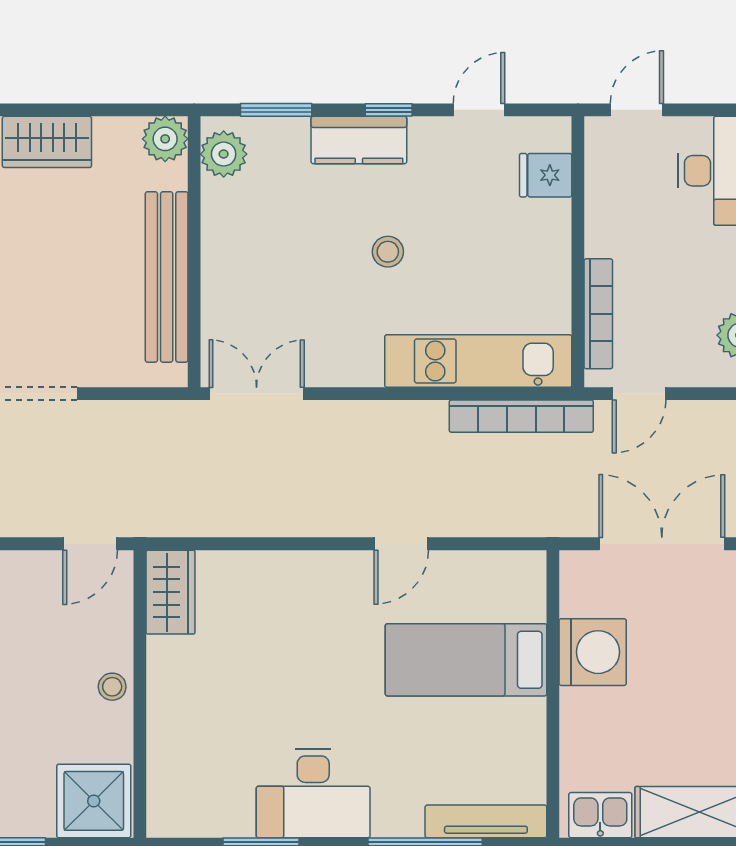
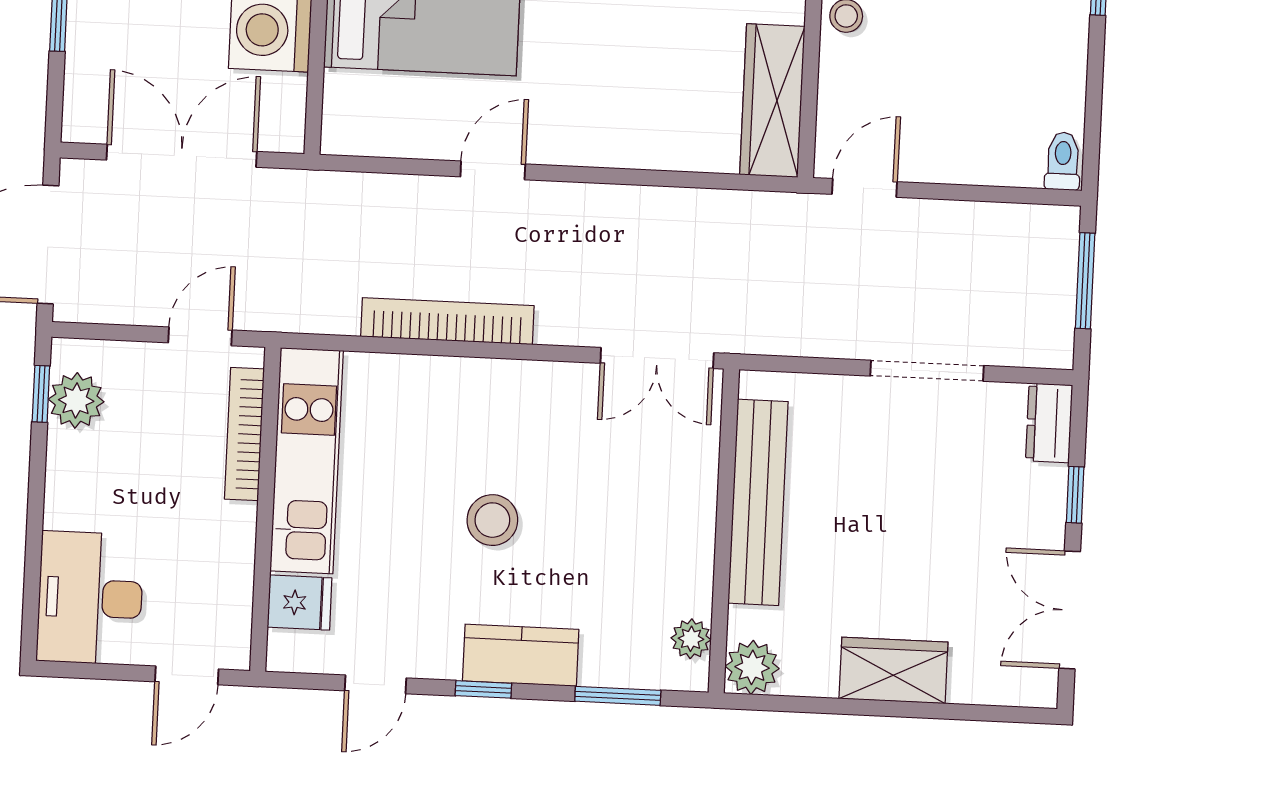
plant: (224, 154) -> (691, 639), width x0.73, depth x0.73
stool: (388, 252) -> (492, 520), width x1.37, depth x1.37
kitchen unit: (478, 361) -> (307, 461), moved, turned -90
bookcase: (521, 416) -> (447, 321), moved
double door: (662, 544) -> (182, 156), swing flipped
wardrobe: (171, 592) -> (772, 101), width x1.50

